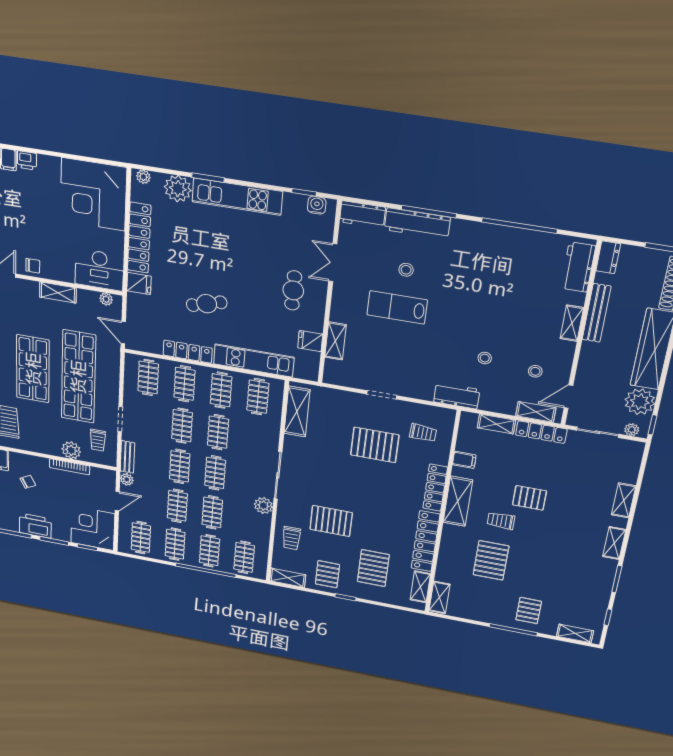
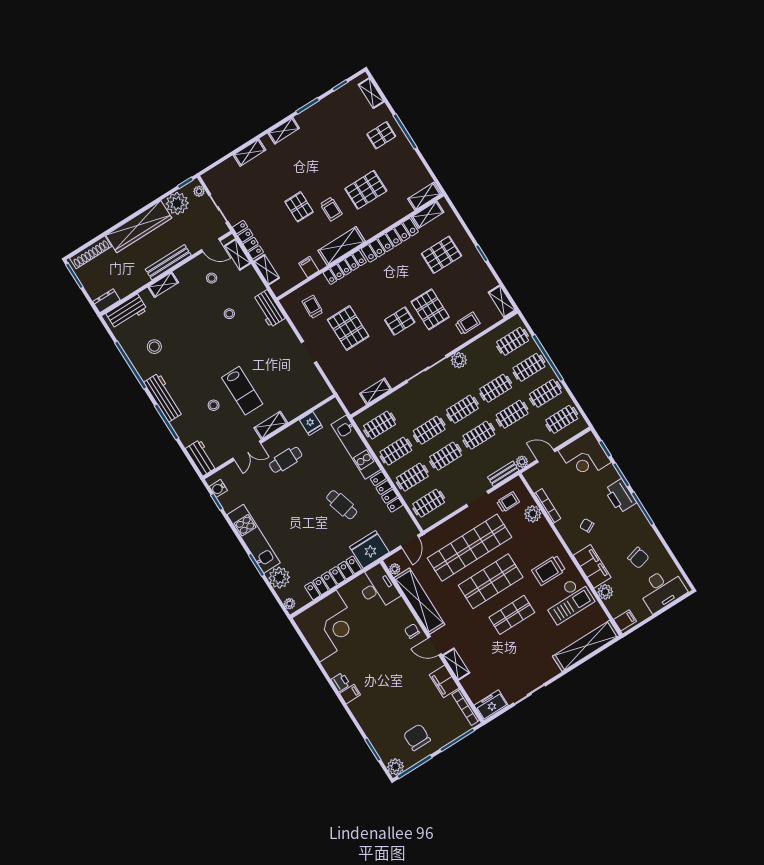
workbench: (417, 224) -> (164, 397), moved
stool: (517, 264) -> (154, 347), added
fridge: (139, 283) -> (369, 550), width x1.88, depth x1.34
shelving: (58, 293) -> (419, 601), width x2.20, depth x1.33
bench: (597, 313) -> (168, 262), moved
shelving: (335, 341) -> (271, 425), moved
shelving: (297, 412) -> (375, 391), width x0.67, depth x0.75
pallet: (327, 574) -> (400, 321), moved

